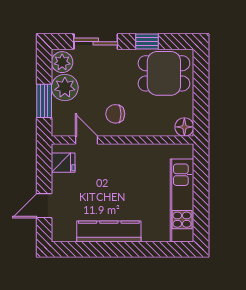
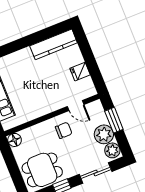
fridge: (63, 163) -> (80, 72), moved
door: (44, 206) -> (86, 51), removed
kitchen counter: (109, 231) -> (54, 44), moved

